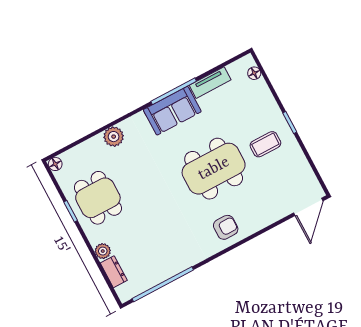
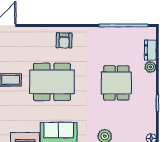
dining table: (98, 198) -> (116, 83), moved
armchair: (226, 227) -> (64, 40), turned -89

